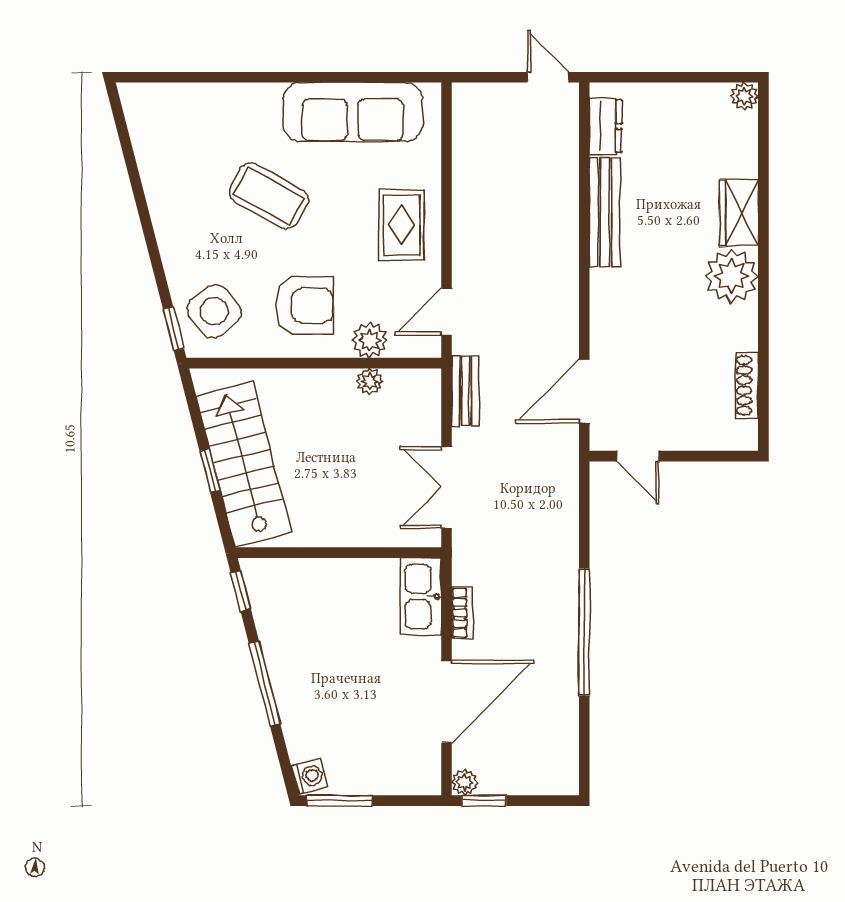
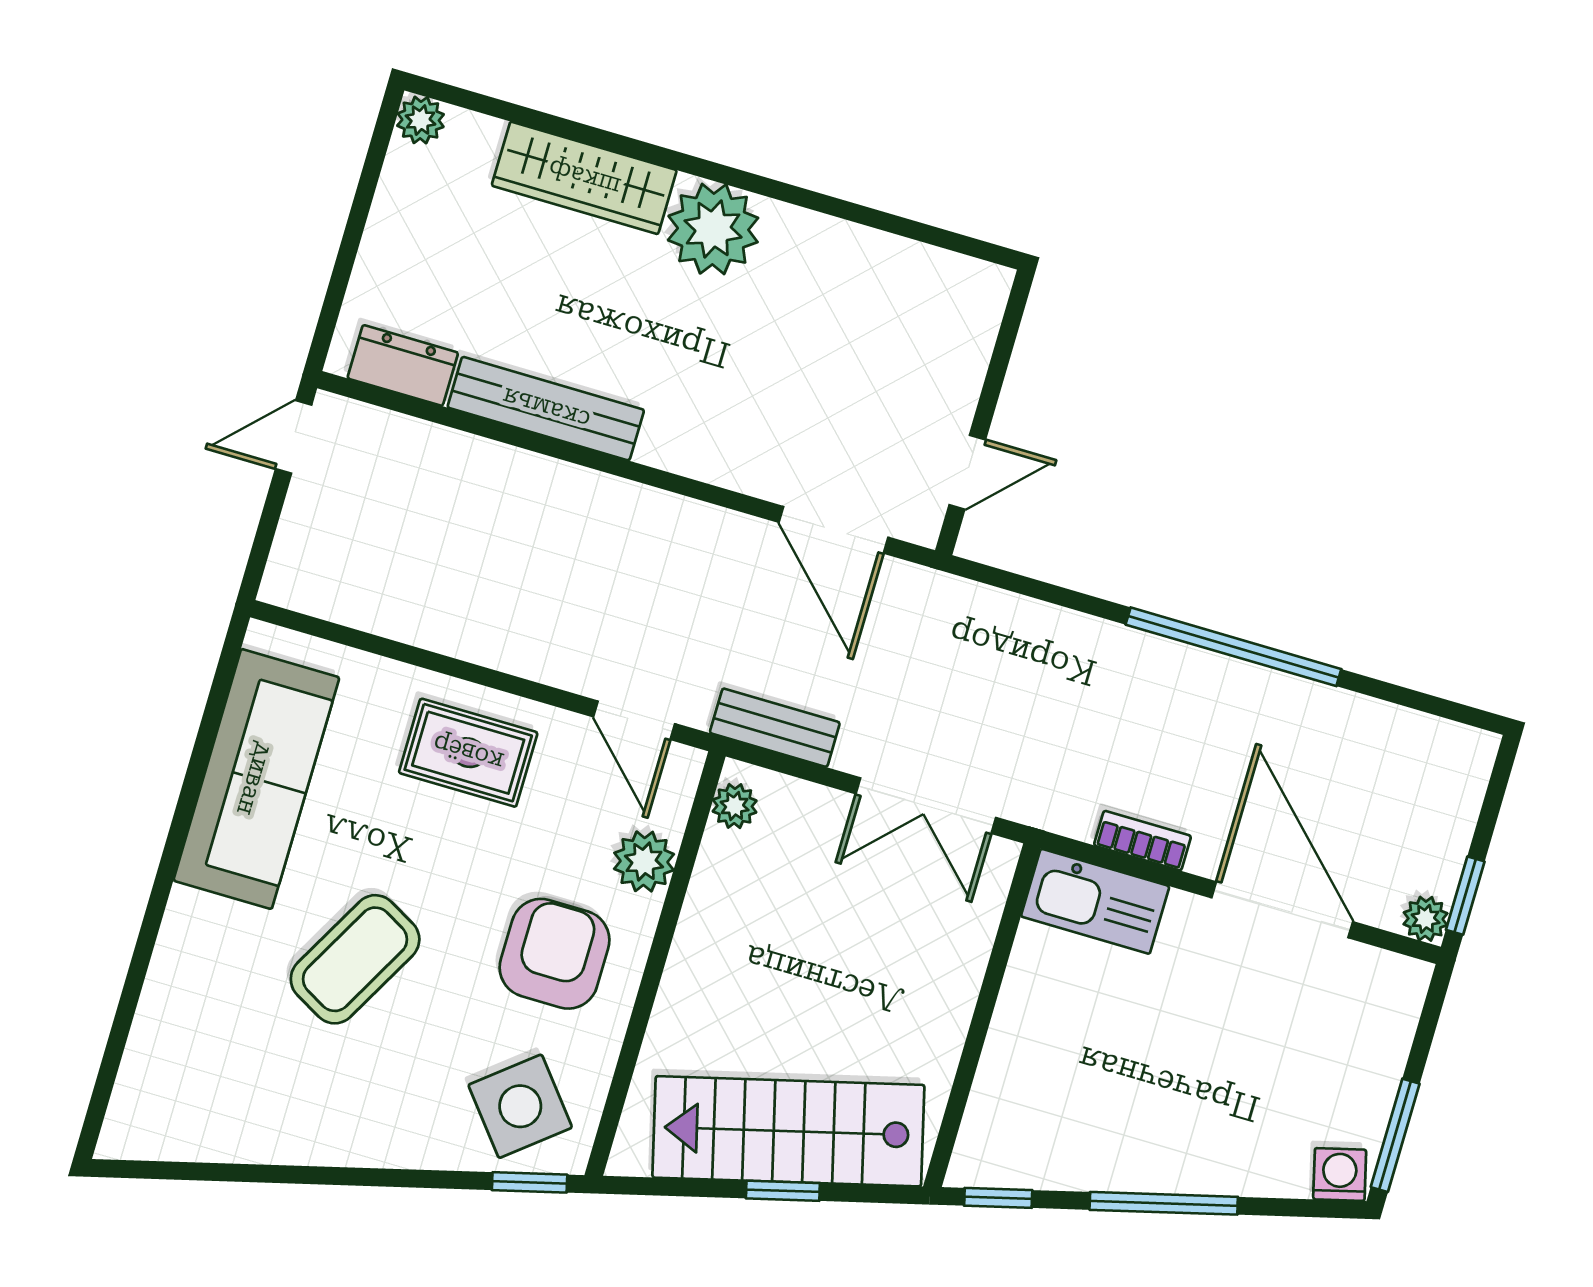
wardrobe: (739, 213) -> (584, 178), width x1.50
plant: (370, 381) -> (735, 806), moved
shoe rack: (747, 385) -> (903, 256), removed

